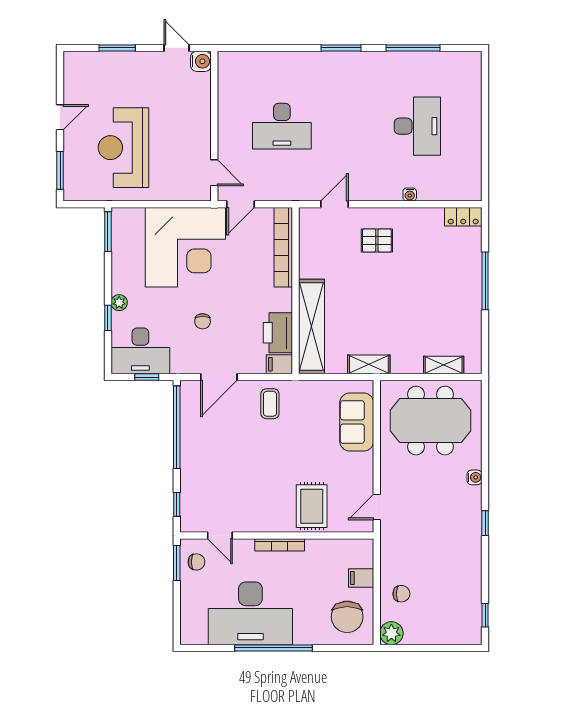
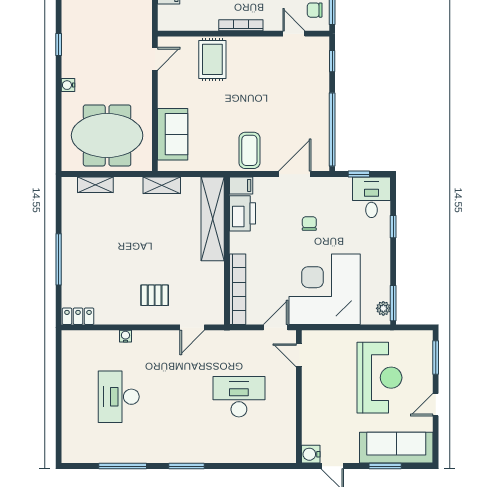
sofa: (104, 69) -> (396, 448), added
plant: (119, 303) -> (383, 308), moved
desk: (140, 351) -> (371, 197), width x0.73
coffee table: (270, 404) -> (249, 150), width x1.36, depth x1.30

